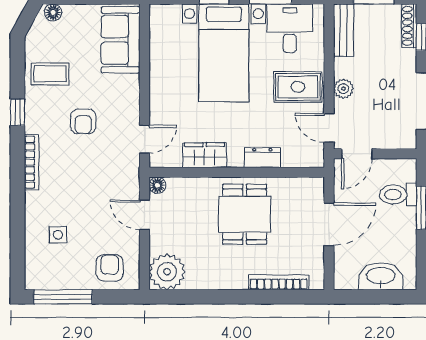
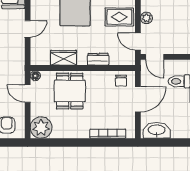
door: (144, 139) -> (28, 29), moved
door: (357, 154) -> (155, 57), hinge flipped
chair: (301, 194) -> (121, 81), added
dining table: (245, 214) -> (70, 91), moved
washbasin: (381, 276) -> (157, 130), moved

